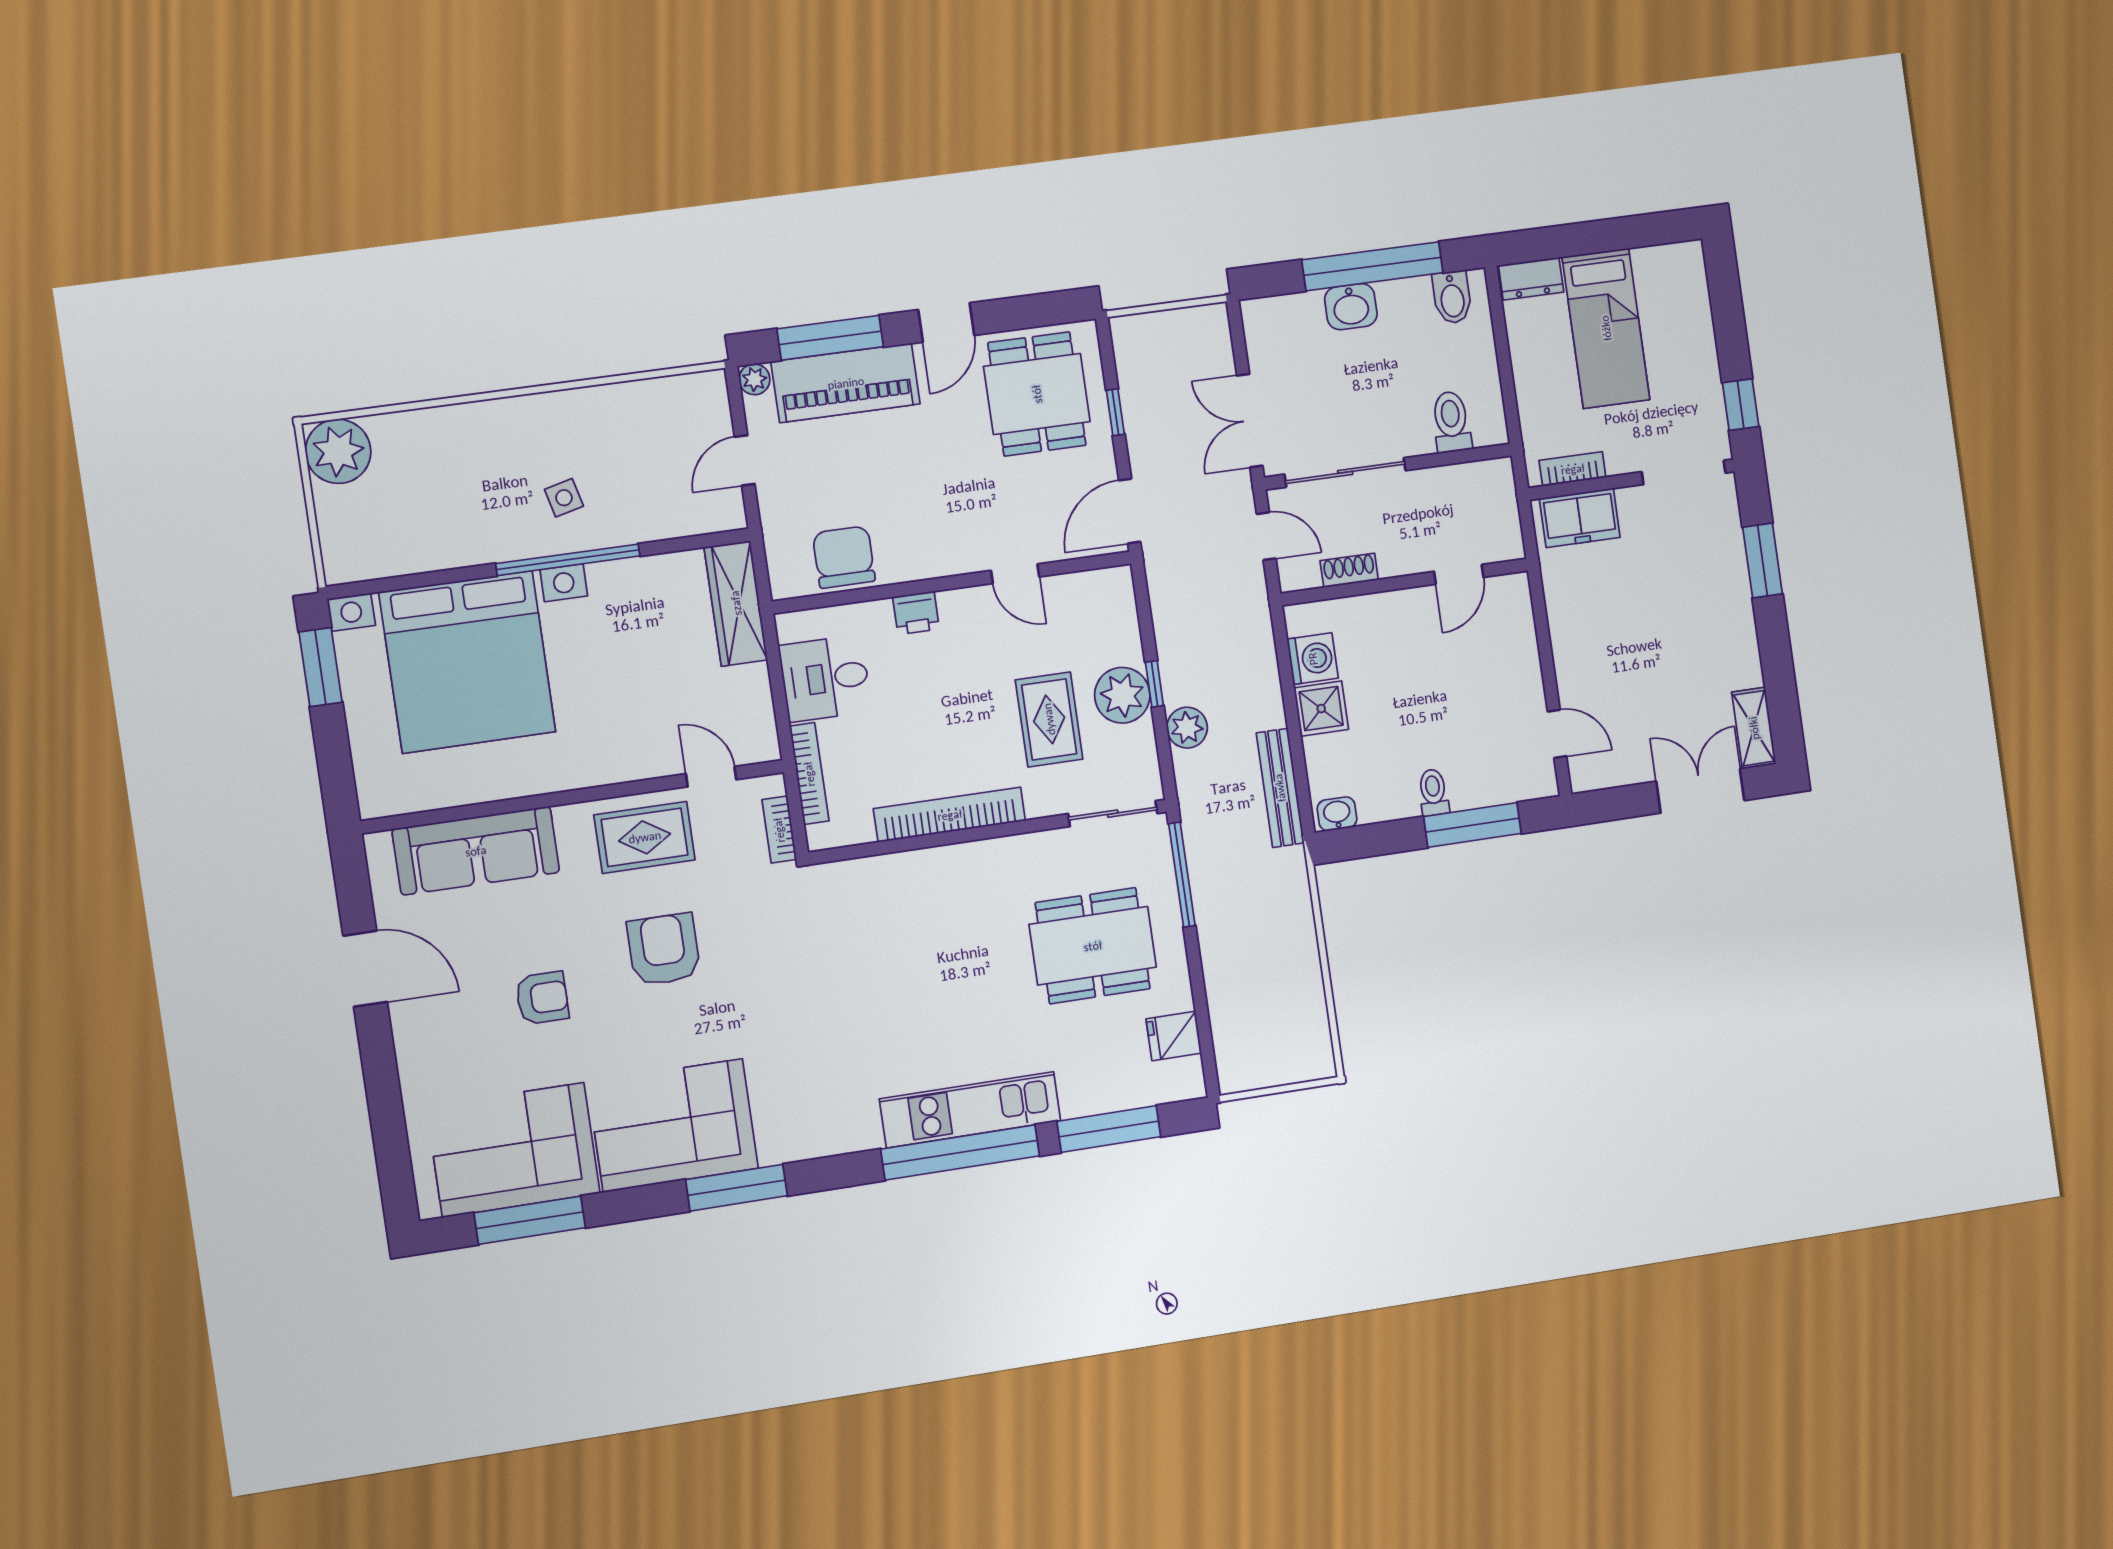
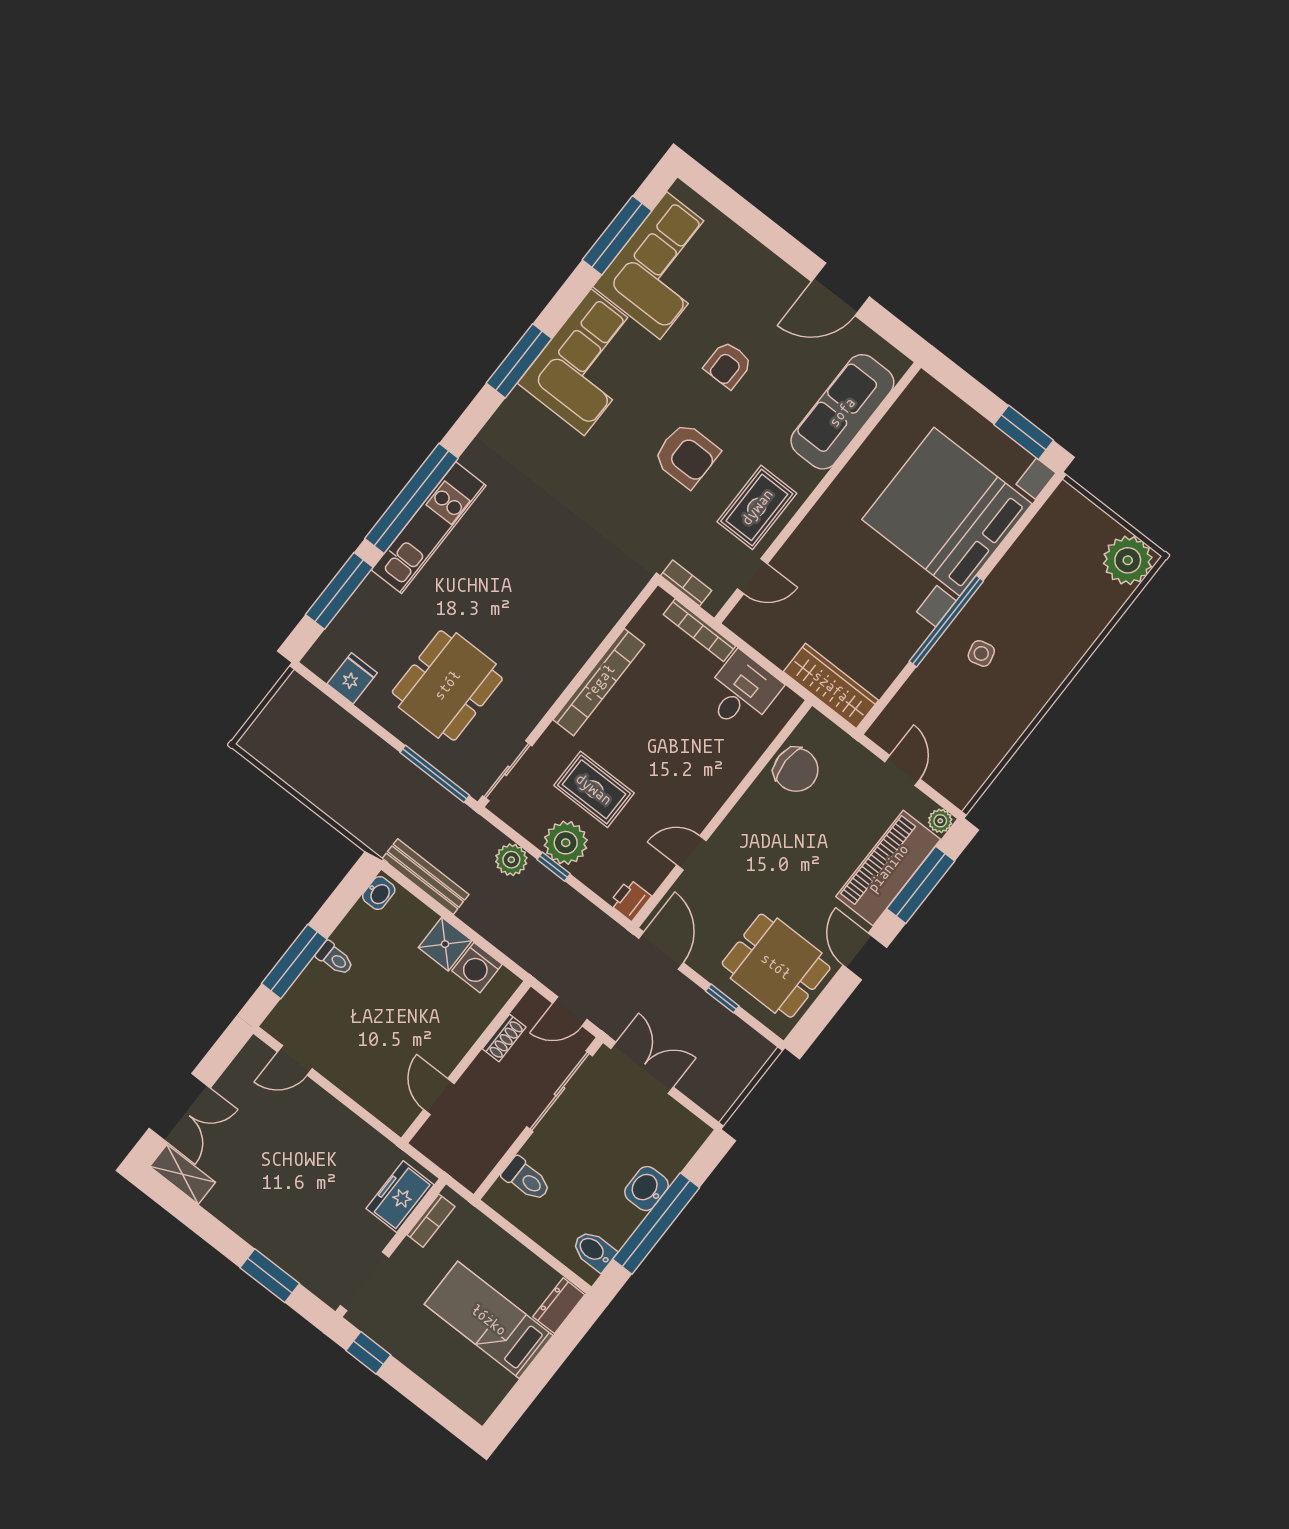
printer: (916, 613) -> (630, 900), moved

